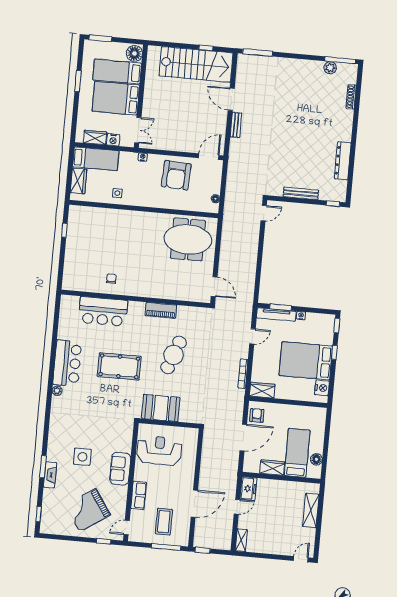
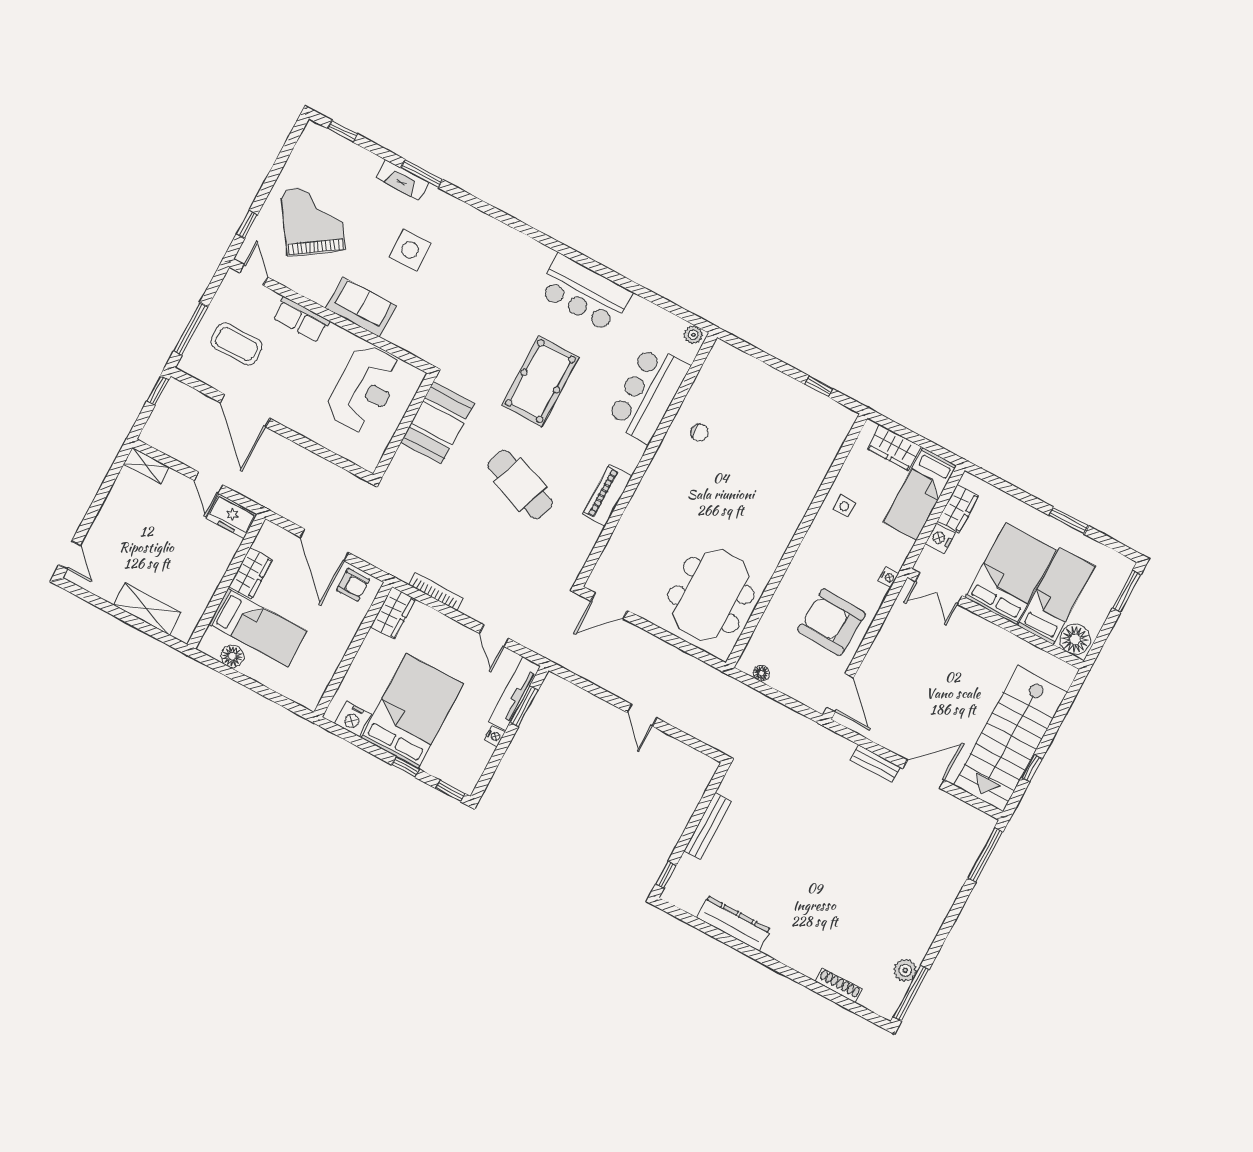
door: (264, 213) -> (642, 715), moved
plant: (57, 391) -> (693, 335), moved

